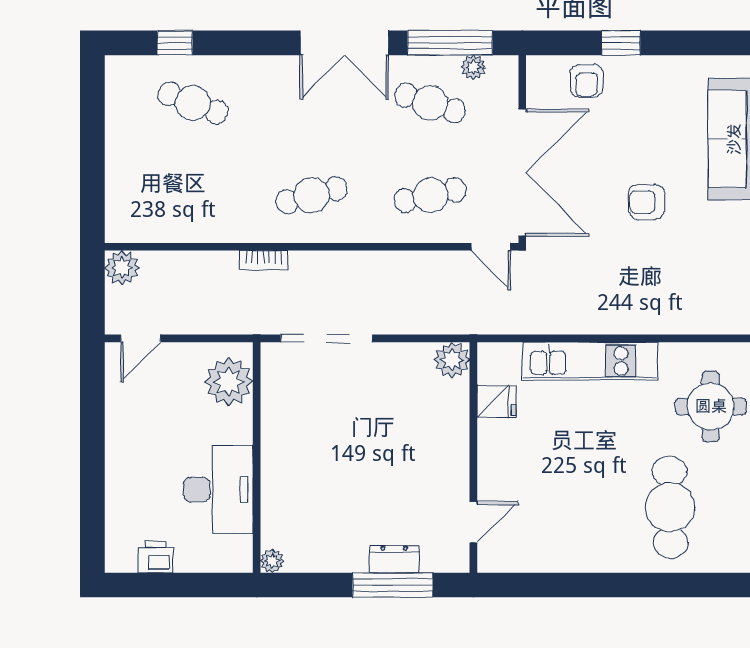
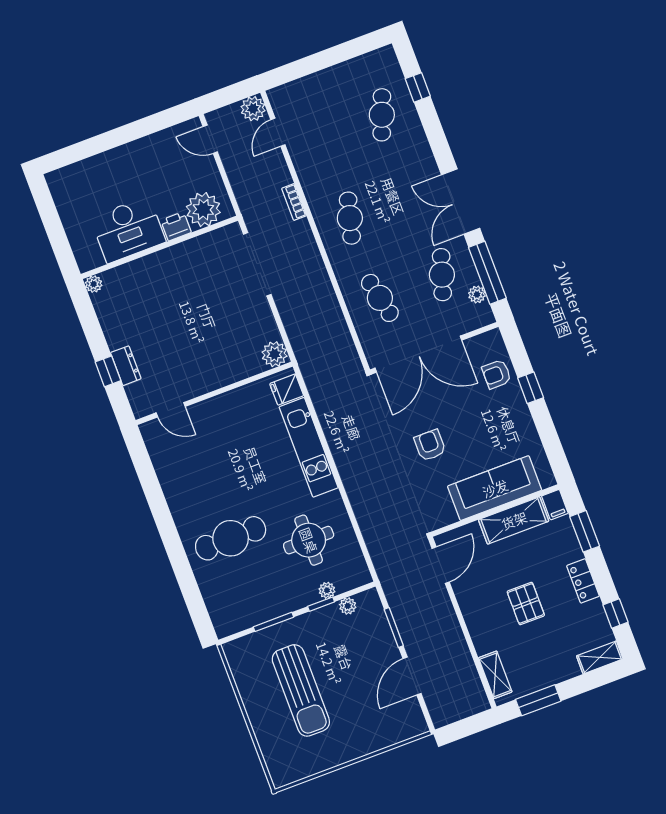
cafe table: (312, 195) -> (350, 218), turned 30
door: (491, 247) -> (278, 132), moved
fridge: (496, 401) -> (287, 390), moved, turned 90
printer: (156, 557) -> (176, 226), moved, turned -90
window: (393, 585) -> (108, 371), width x0.46

